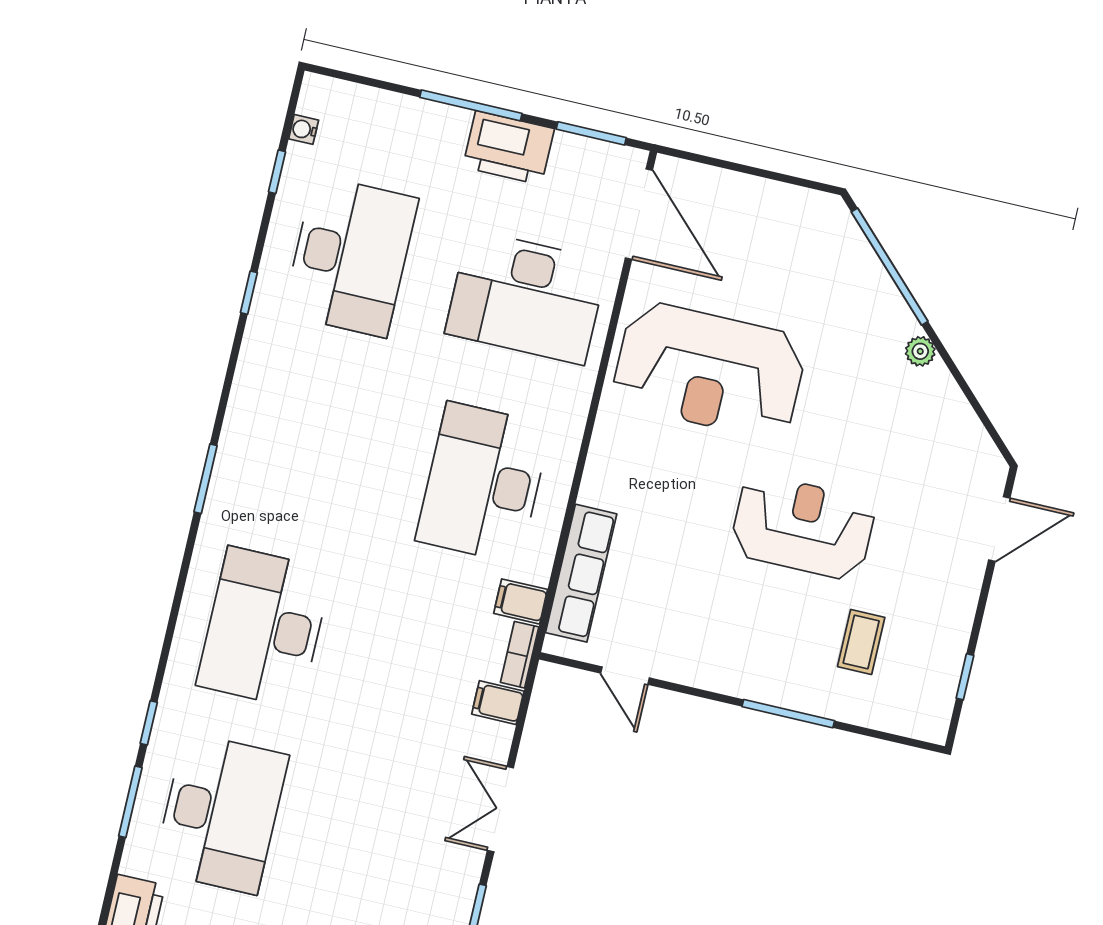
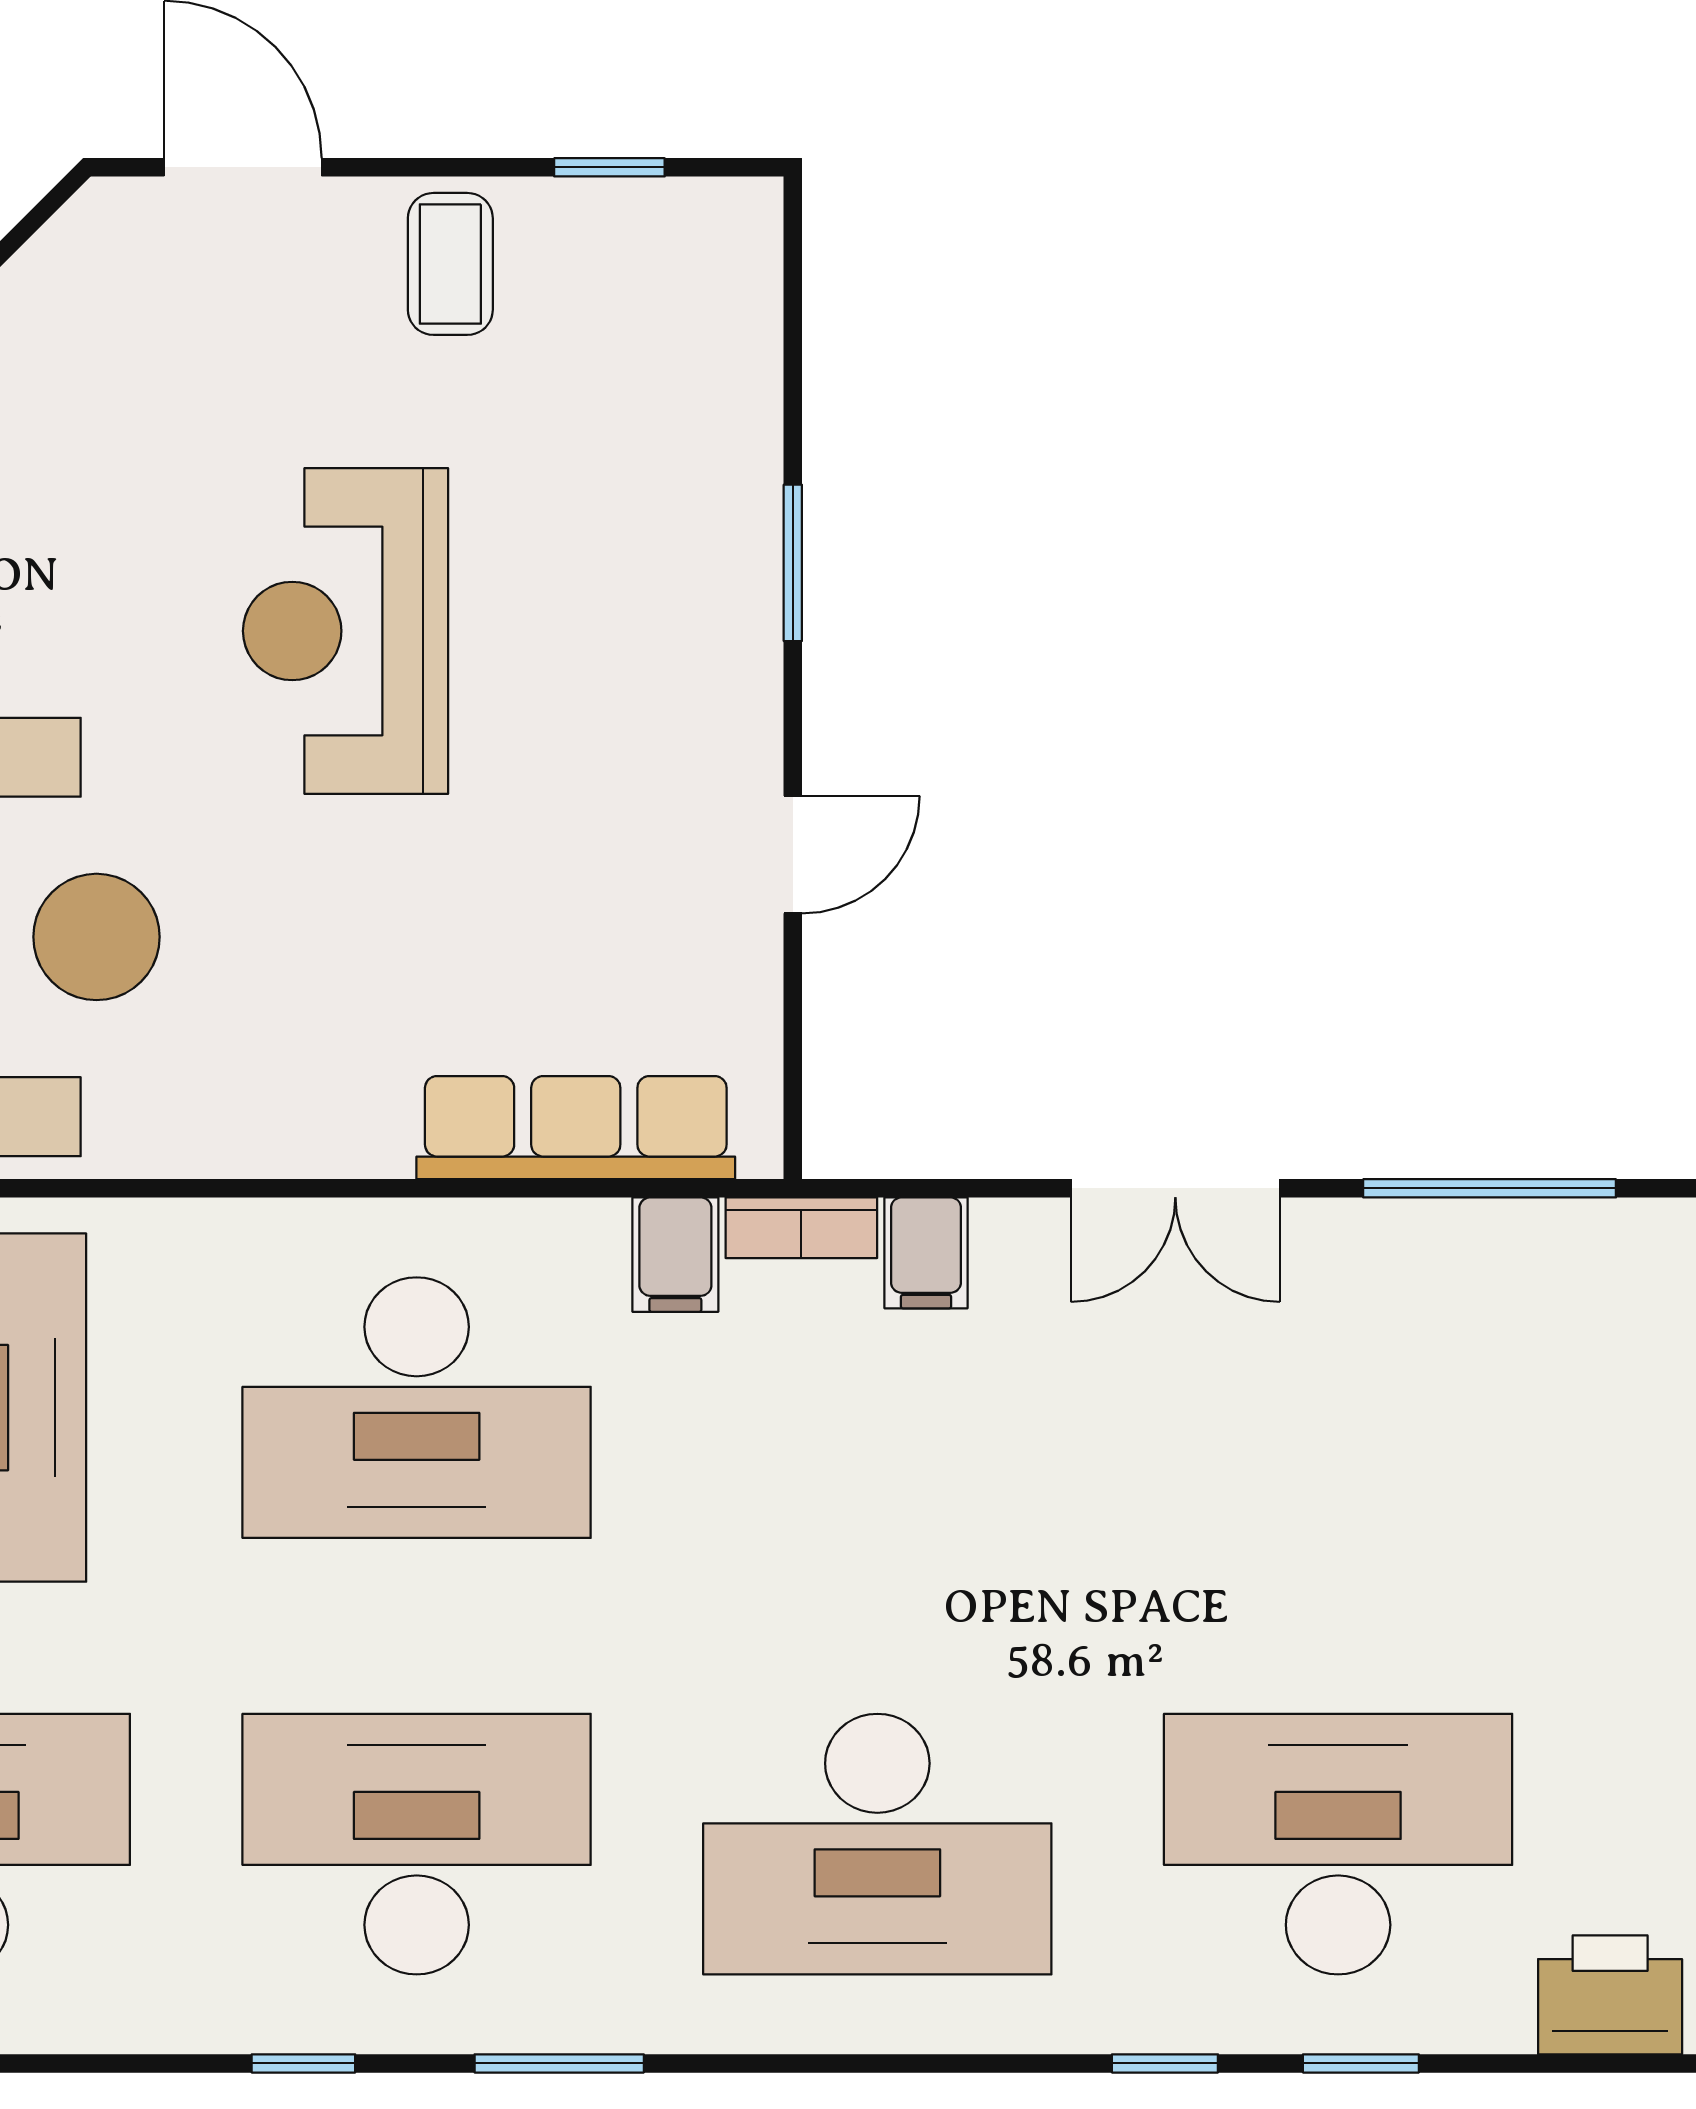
window: (249, 293) -> (303, 2063), moved
desk: (307, 442) -> (417, 1844), added
coffee table: (861, 642) -> (450, 264), moved, turned 90
door: (625, 676) -> (793, 855), moved
window: (788, 714) -> (793, 563), width x0.69
window: (130, 802) -> (1361, 2063), width x0.67

